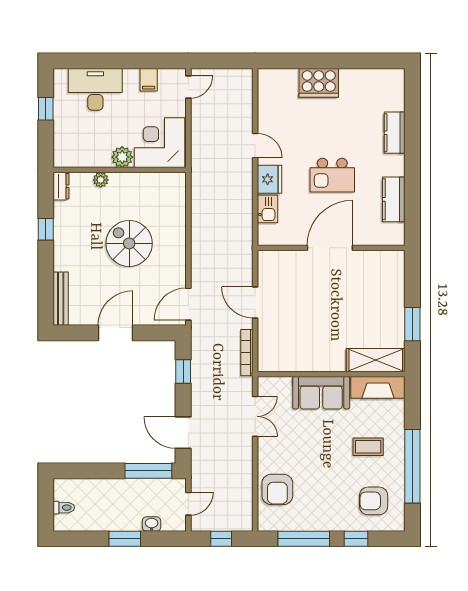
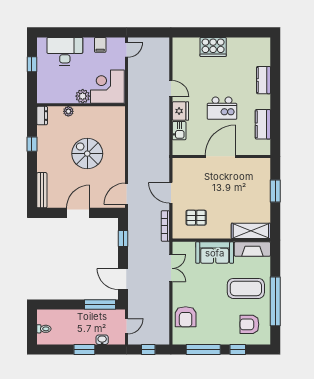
window: (412, 324) -> (275, 191), moved
pallet: (293, 340) -> (196, 218), added
coffee table: (368, 447) -> (246, 288), width x1.86, depth x1.72

